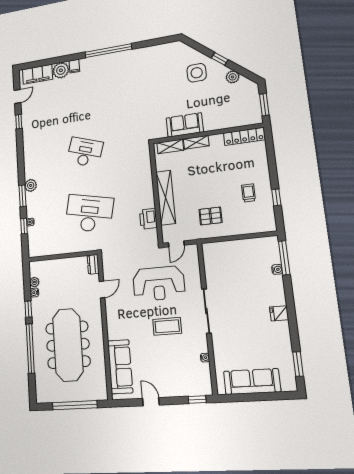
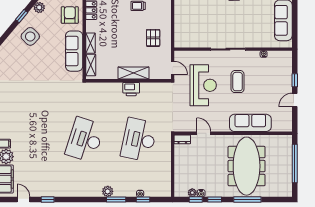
side table: (197, 73) -> (30, 36), turned 45
armchair: (227, 113) -> (70, 15), added
sofa: (185, 125) -> (74, 51), width x1.36
desk: (85, 152) -> (85, 140), width x1.36, depth x1.30
shelving: (166, 198) -> (134, 73), width x0.68
printer: (148, 219) -> (131, 89), moved
window: (27, 287) -> (196, 200), added
meeting table: (68, 345) -> (247, 166), turned 90
window: (30, 348) -> (247, 200), width x0.68
sofa: (120, 367) -> (250, 123), moved
window: (197, 400) -> (295, 80), moved

